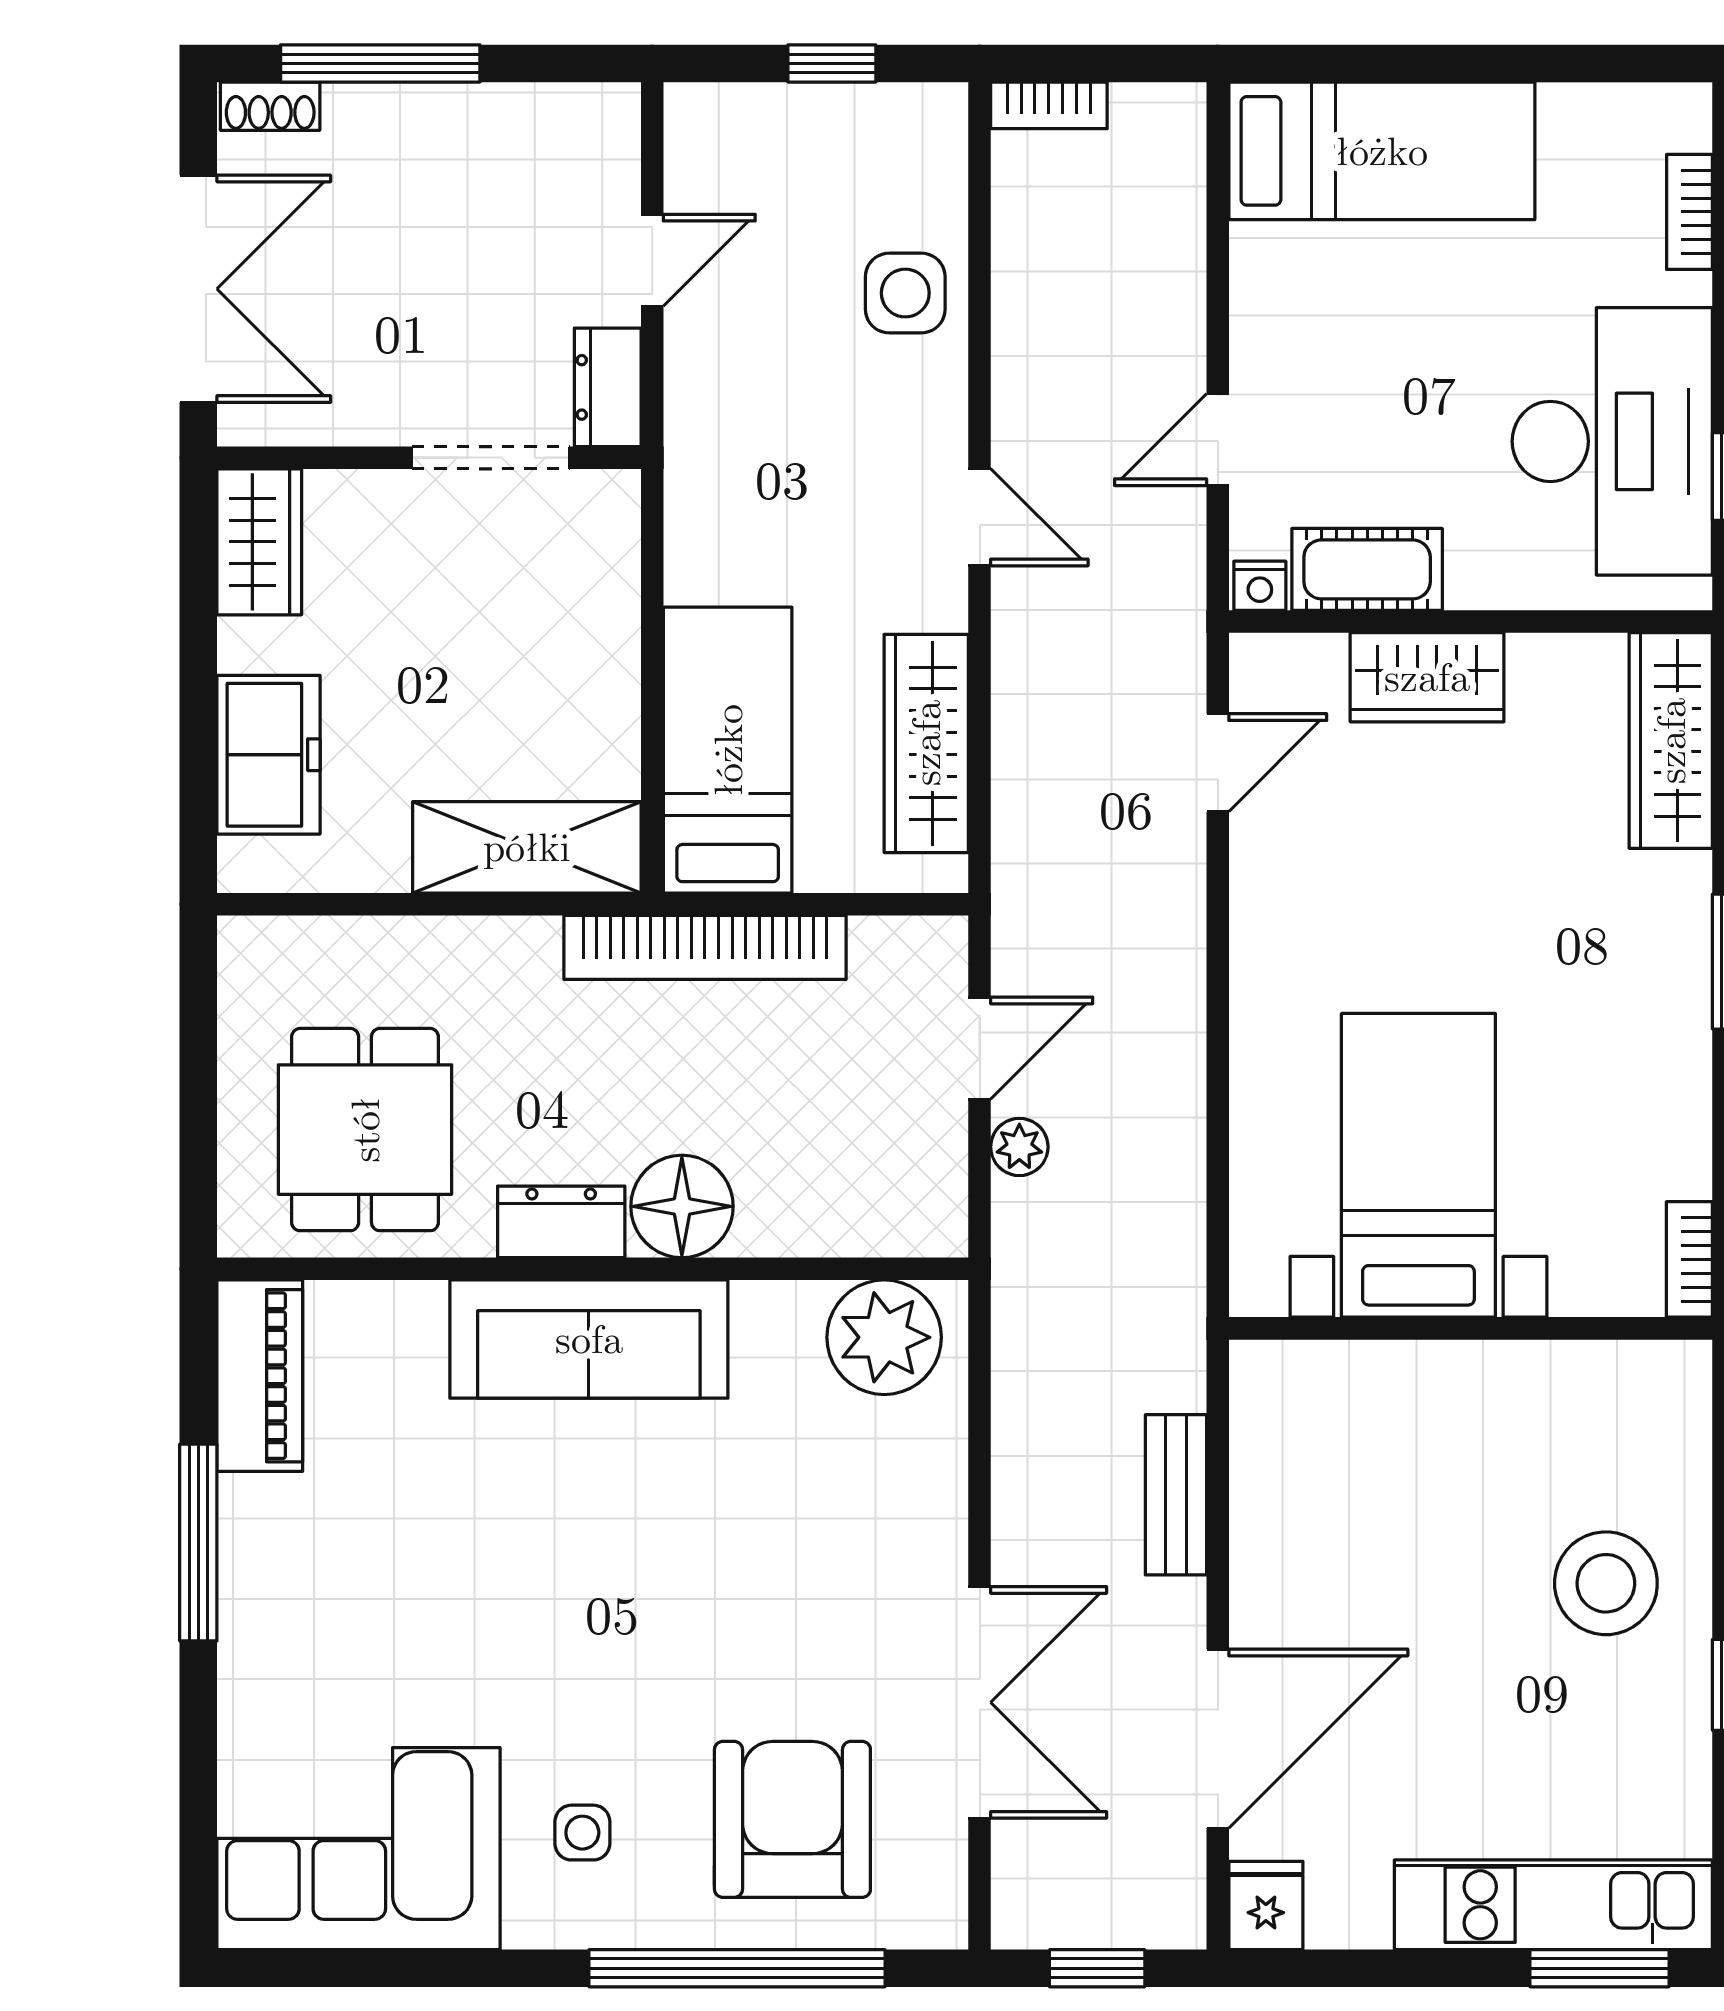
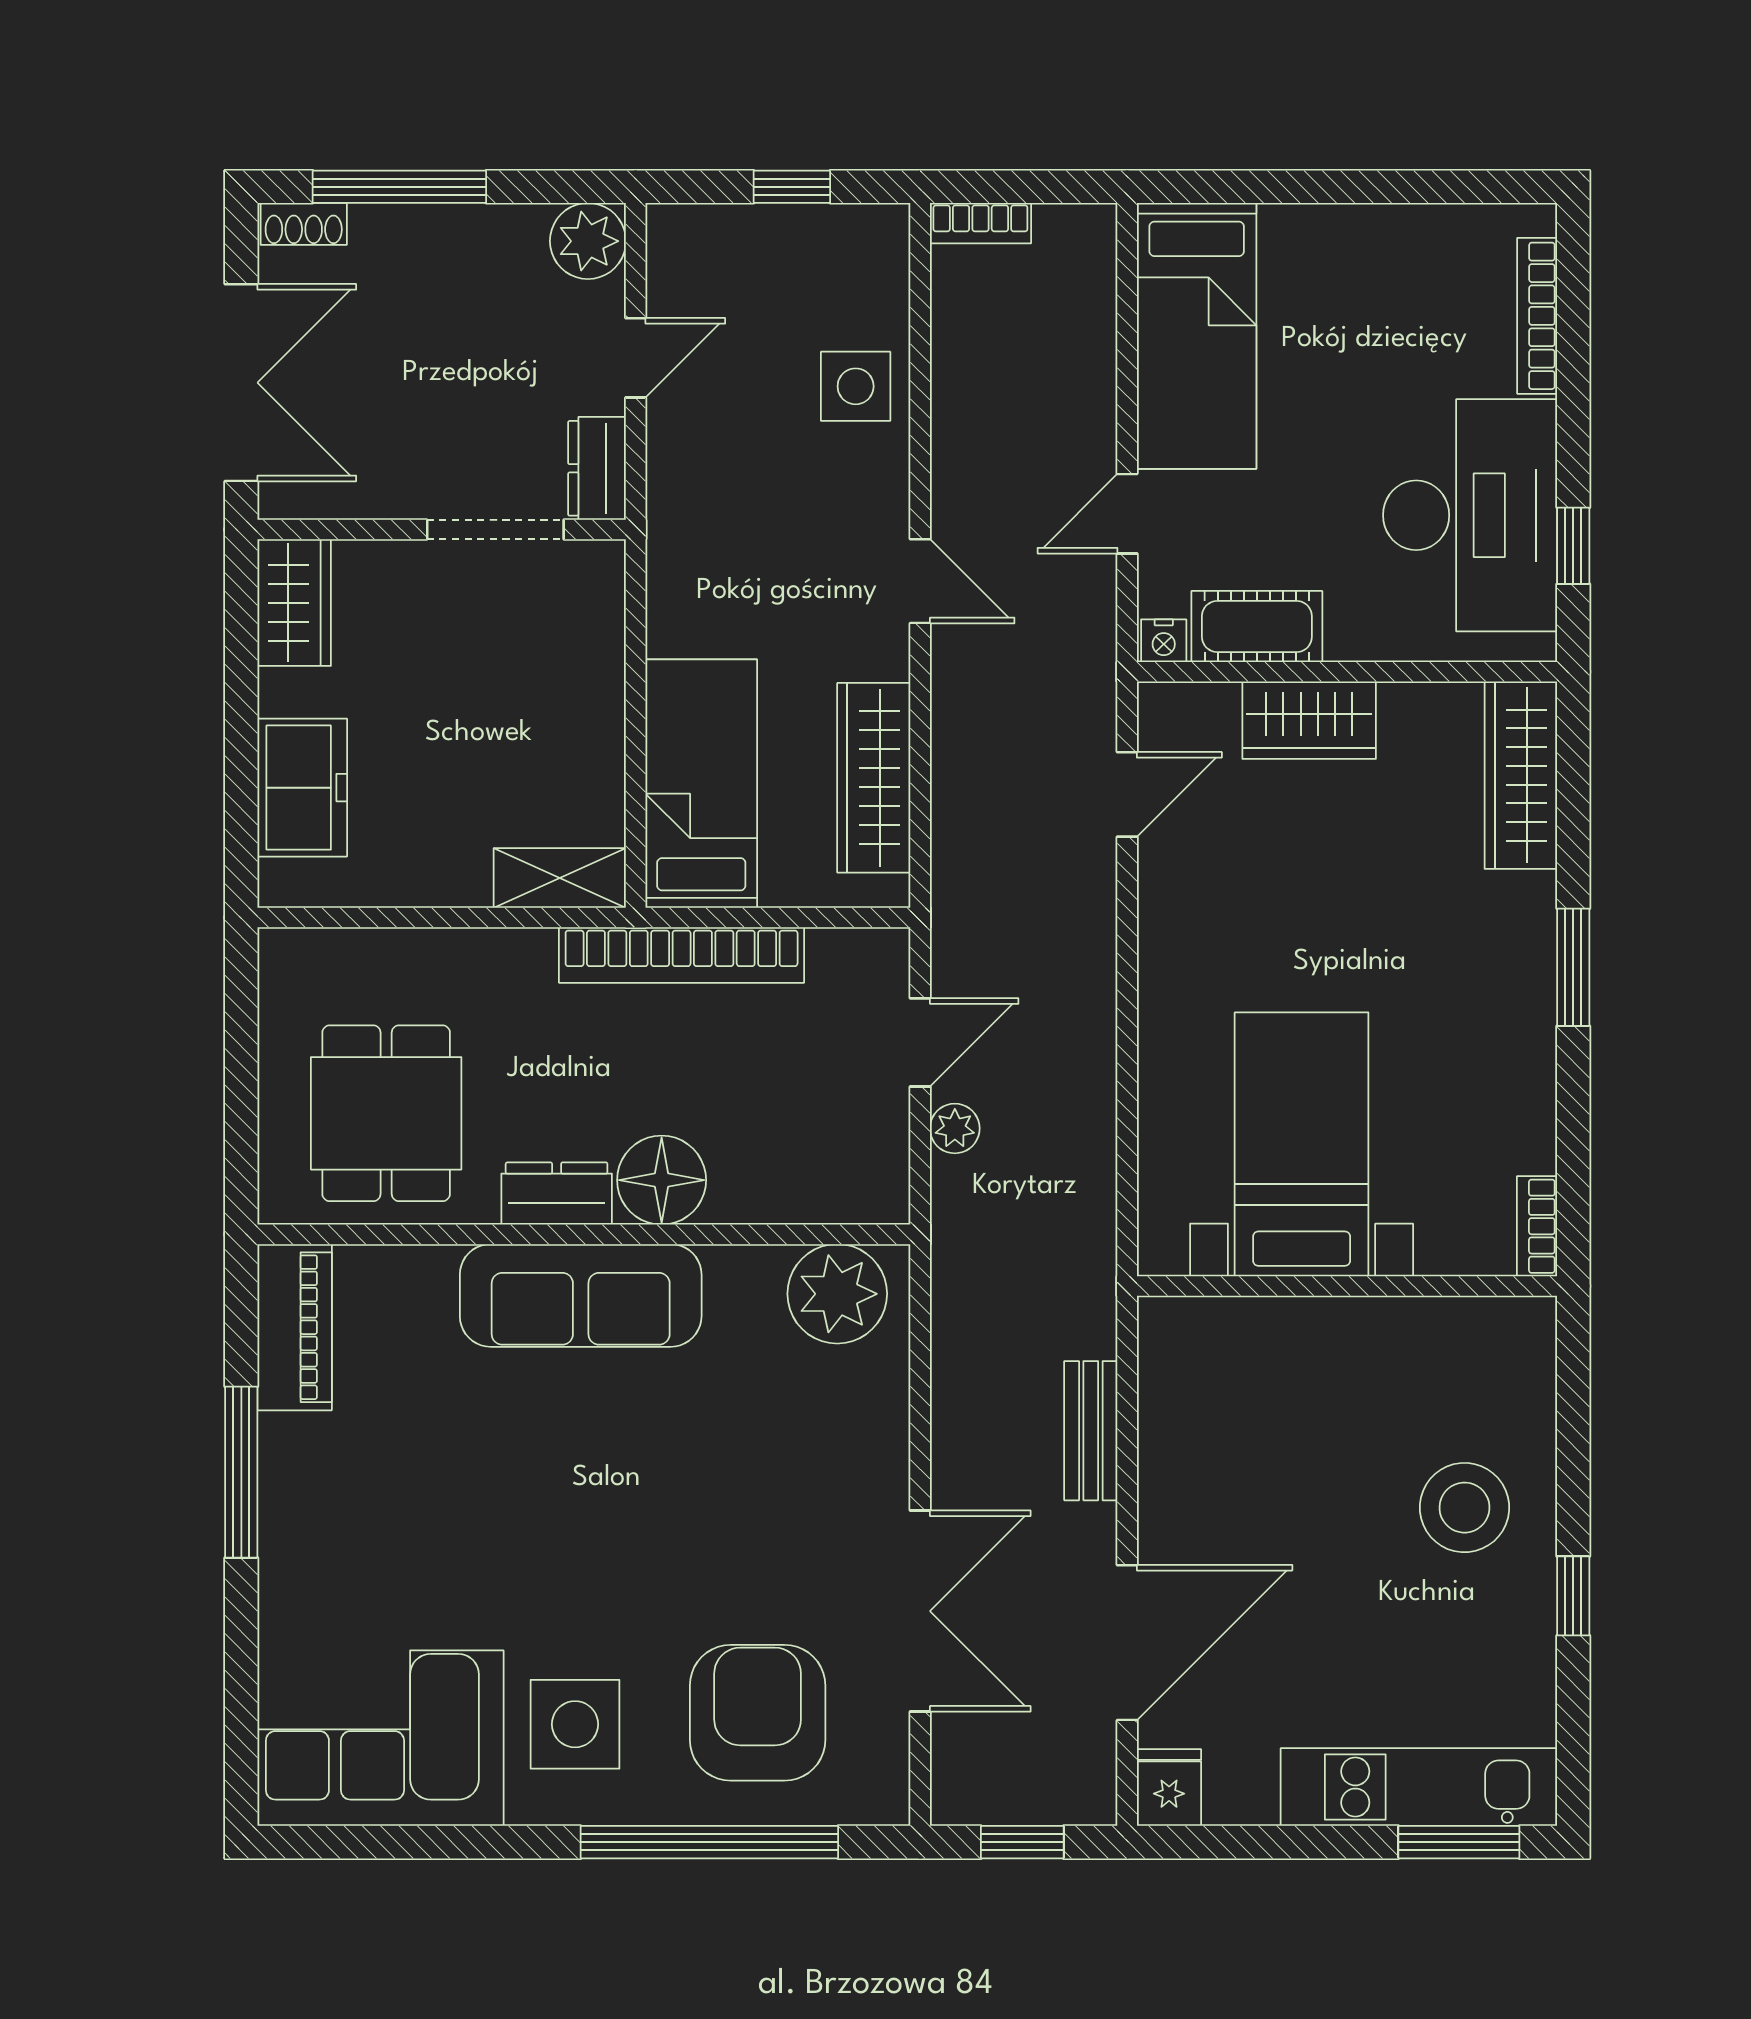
plant: (597, 126) -> (588, 241), added
bed: (1382, 151) -> (1197, 336), moved, turned 90
bookcase: (1689, 212) -> (1537, 316), width x1.56
shelving: (527, 847) -> (560, 878), width x0.67, depth x0.75
side table: (582, 1833) -> (575, 1724), width x1.87, depth x1.87

